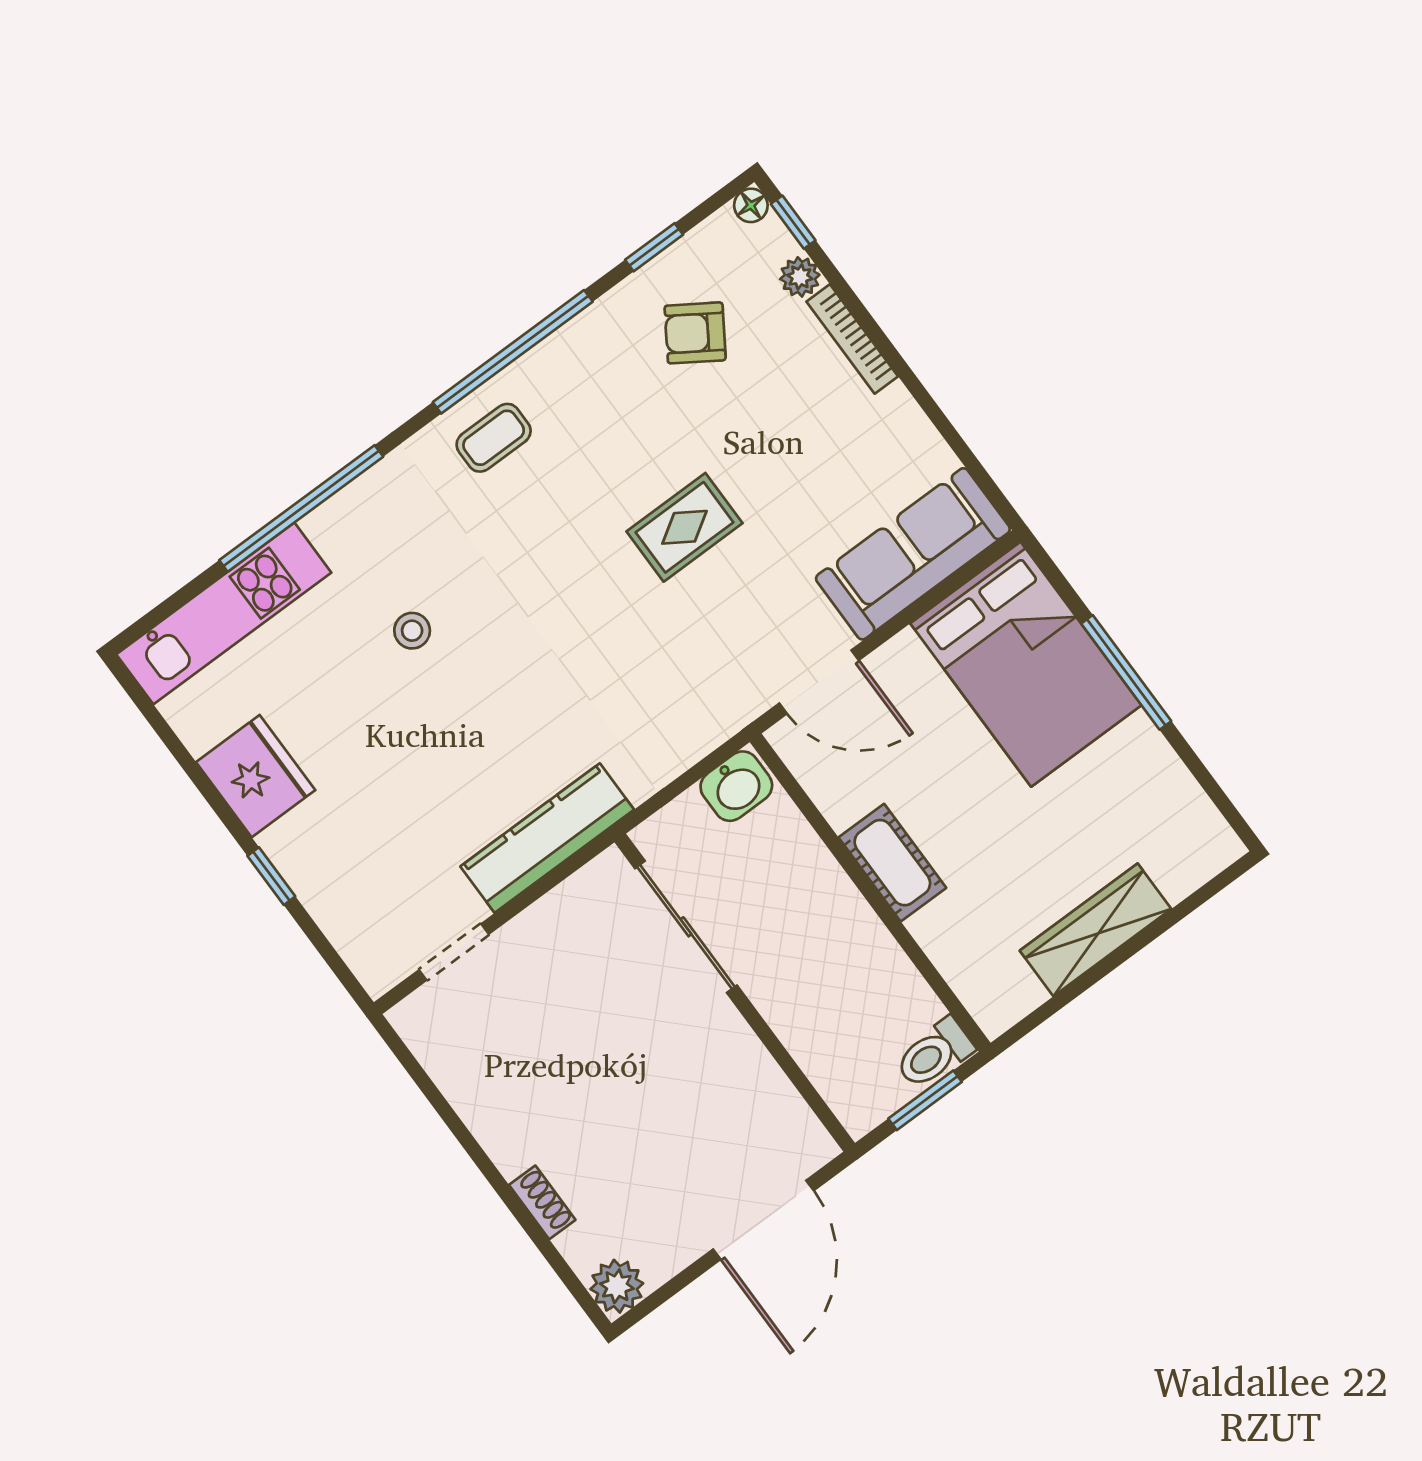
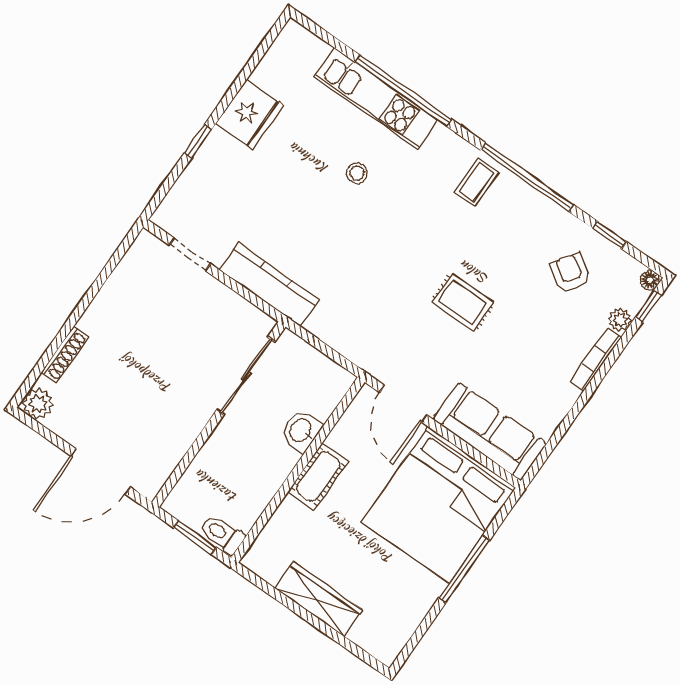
coffee table: (494, 438) -> (477, 182), turned 90
kitchen unit: (224, 613) -> (376, 98), moved
bed: (1026, 664) -> (439, 505), width x1.36
washbasin: (736, 786) -> (301, 431), moved, turned 90
shoe rack: (542, 1202) -> (65, 355), width x1.43

